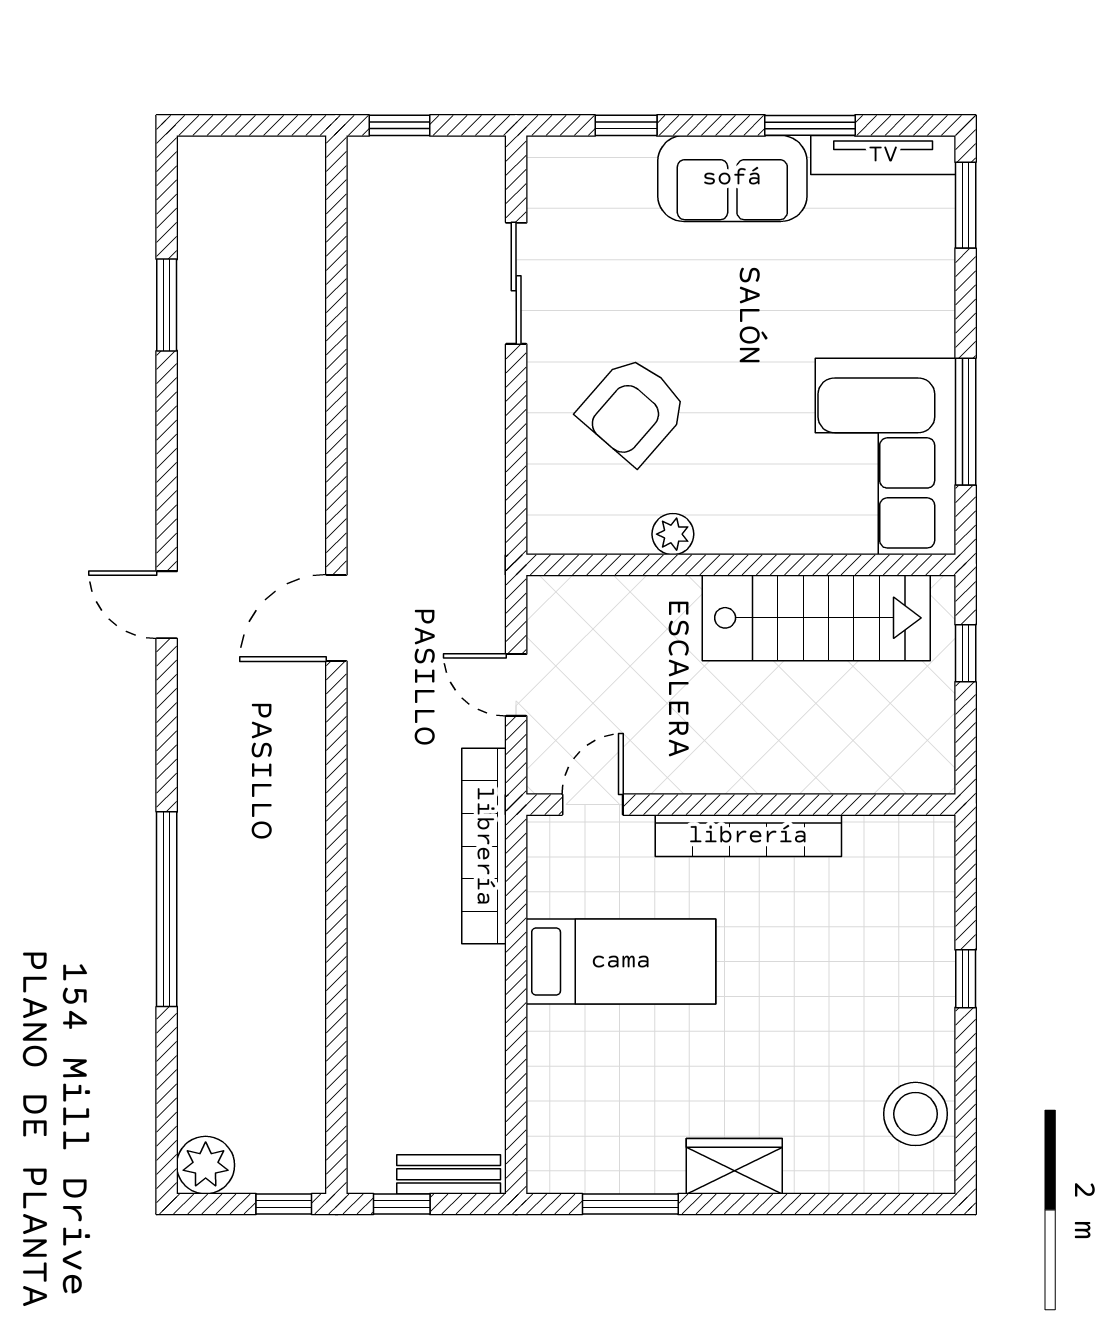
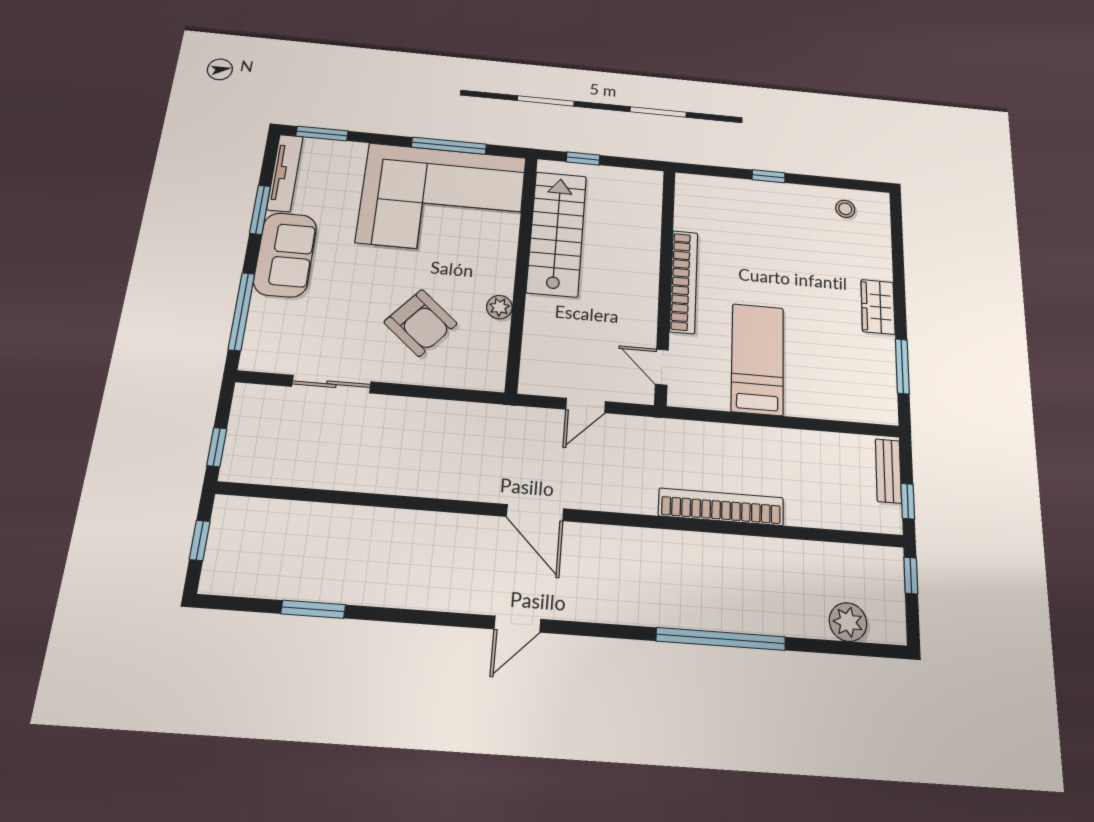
window: (255, 125) -> (200, 540), added
window: (626, 125) -> (242, 311), width x2.17
corner sofa: (885, 457) -> (442, 200), width x1.36, depth x1.36
bookcase: (484, 846) -> (721, 507), moved, turned 180
stool: (916, 1114) -> (845, 209), width x0.53, depth x0.53
plant: (206, 1165) -> (848, 622), moved

